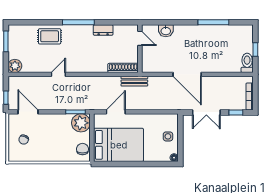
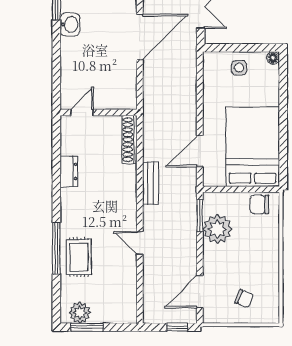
window: (78, 22) -> (56, 248), moved
washbasin: (166, 31) -> (70, 24), moved
plant: (15, 66) -> (80, 313), moved
bench: (134, 81) -> (151, 183), moved
door: (116, 112) -> (200, 151), hinge flipped
plant: (81, 123) -> (217, 229), moved

